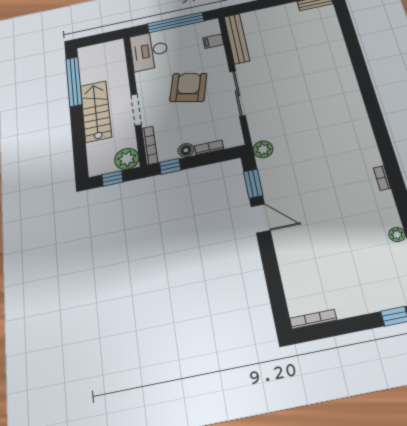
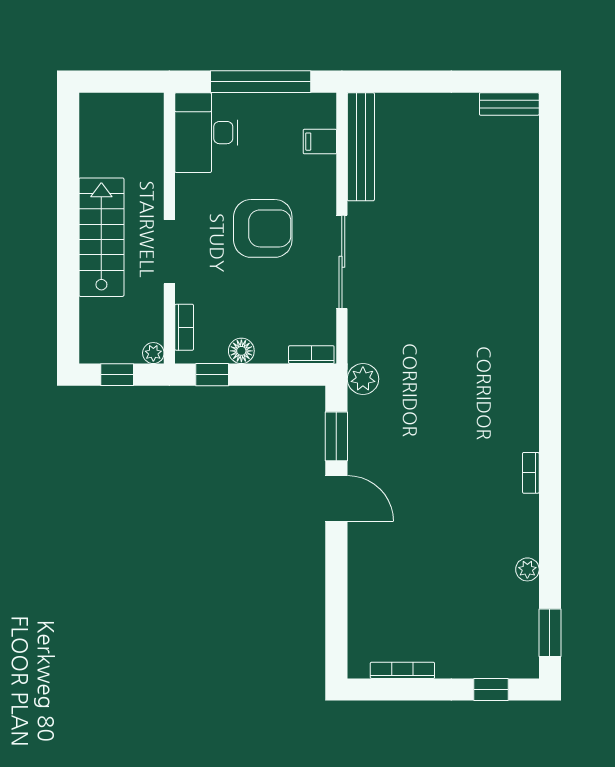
window: (74, 81) -> (68, 165), removed
armchair: (188, 87) -> (263, 228), turned 76
bookcase: (150, 145) -> (184, 327), width x0.64
bookcase: (209, 147) -> (311, 355), moved
plant: (127, 159) -> (153, 353), width x0.53, depth x0.53
bookcase: (313, 319) -> (402, 670), moved

